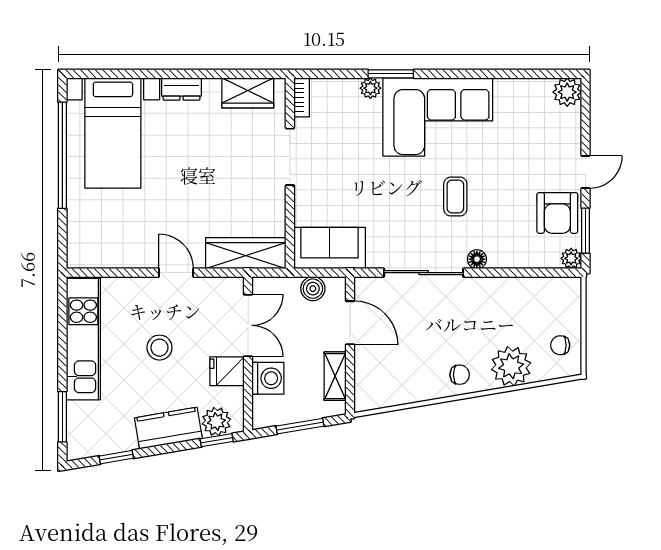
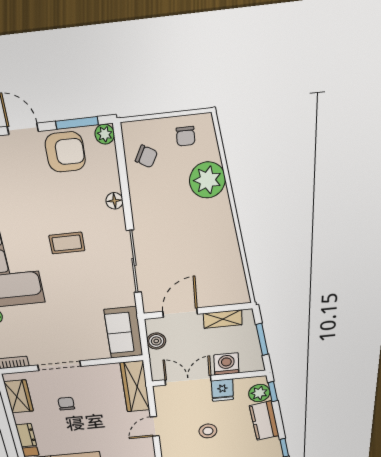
chair: (229, 155) -> (66, 404), added
floor lamp: (477, 259) -> (114, 201), moved
chair: (460, 375) -> (146, 156), moved, turned 119

